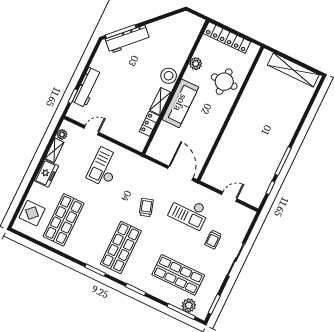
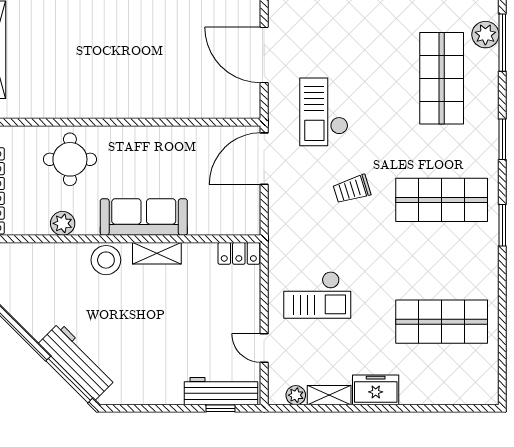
workbench: (87, 87) -> (221, 391), moved
locker: (149, 124) -> (239, 253), moved
door: (229, 197) -> (264, 55), width x1.88
checkout: (189, 212) -> (324, 112), turned 180
display table: (32, 213) -> (456, 382), removed
trolley: (213, 239) -> (351, 48), removed

